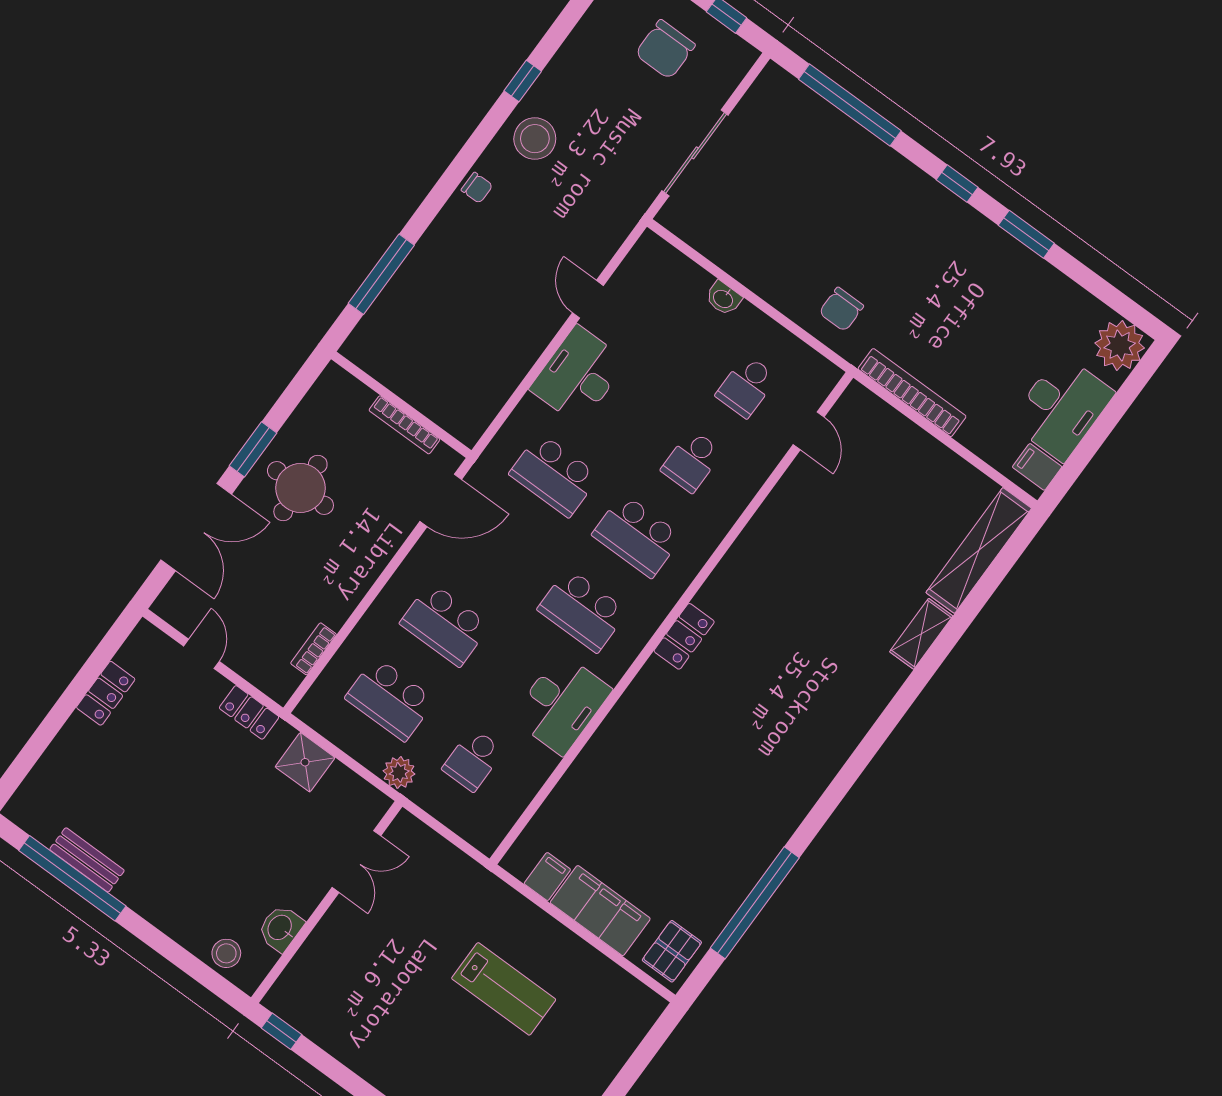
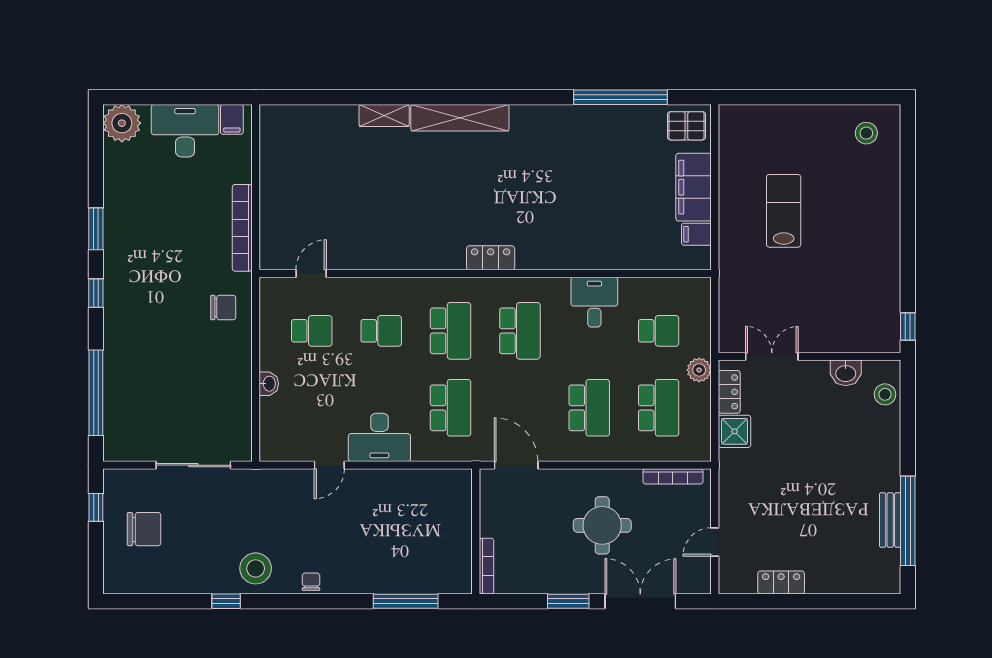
bookcase: (404, 425) -> (486, 566), moved
round table: (300, 488) -> (602, 525), moved
shelving: (979, 550) -> (460, 118), moved
bookcase: (314, 649) -> (673, 476), width x1.56
desk: (561, 704) -> (594, 302), width x0.73
locker: (249, 712) -> (729, 392), moved

